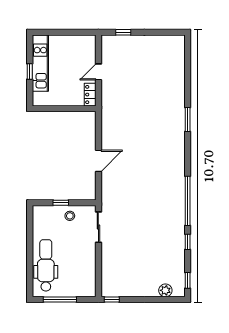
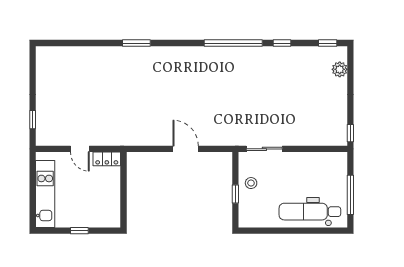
kitchen unit: (40, 63) -> (45, 194), moved, turned 90

